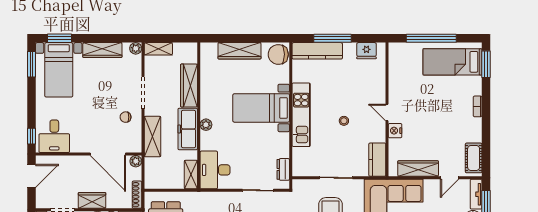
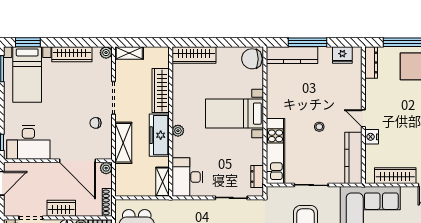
wardrobe: (239, 51) -> (194, 55), moved
dresser: (394, 58) -> (371, 62), added
kitchen unit: (301, 115) -> (275, 151), moved
desk: (54, 136) -> (28, 143), width x1.37
kitchen counter: (377, 160) -> (353, 158), width x1.50

